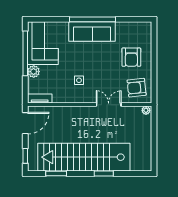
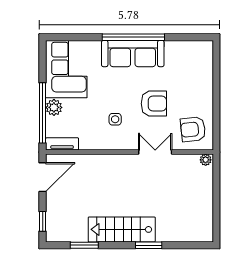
window: (25, 53) -> (43, 113), moved
armchair: (131, 57) -> (154, 104), moved, turned -90
stairs: (84, 157) -> (122, 229), width x0.54, depth x0.66

